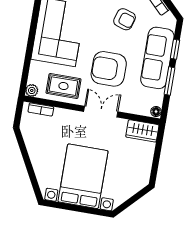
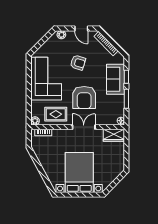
armchair: (125, 19) -> (78, 63), moved
sofa: (157, 58) -> (115, 79), width x0.73
armchair: (109, 69) -> (84, 98), turned -90

